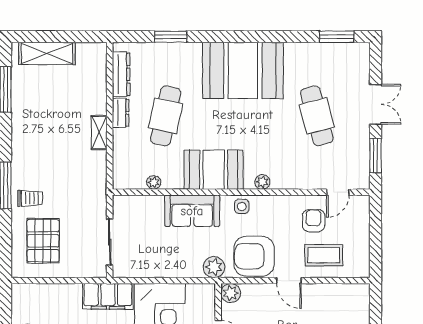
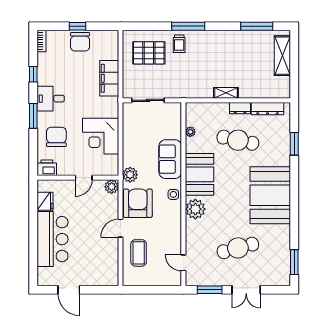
plant: (262, 182) -> (195, 209), width x1.88, depth x1.88
armchair: (313, 221) -> (163, 246), removed
filing cabinet: (108, 296) -> (109, 78), moved

